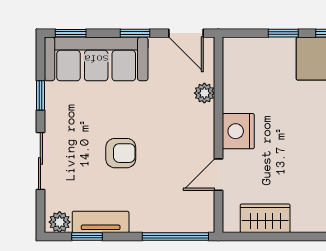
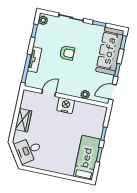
armchair: (121, 153) -> (67, 53), turned -90
door: (218, 175) -> (49, 93), hinge flipped
wardrobe: (265, 218) -> (23, 120), moved
tv unit: (101, 222) -> (35, 60), moved

